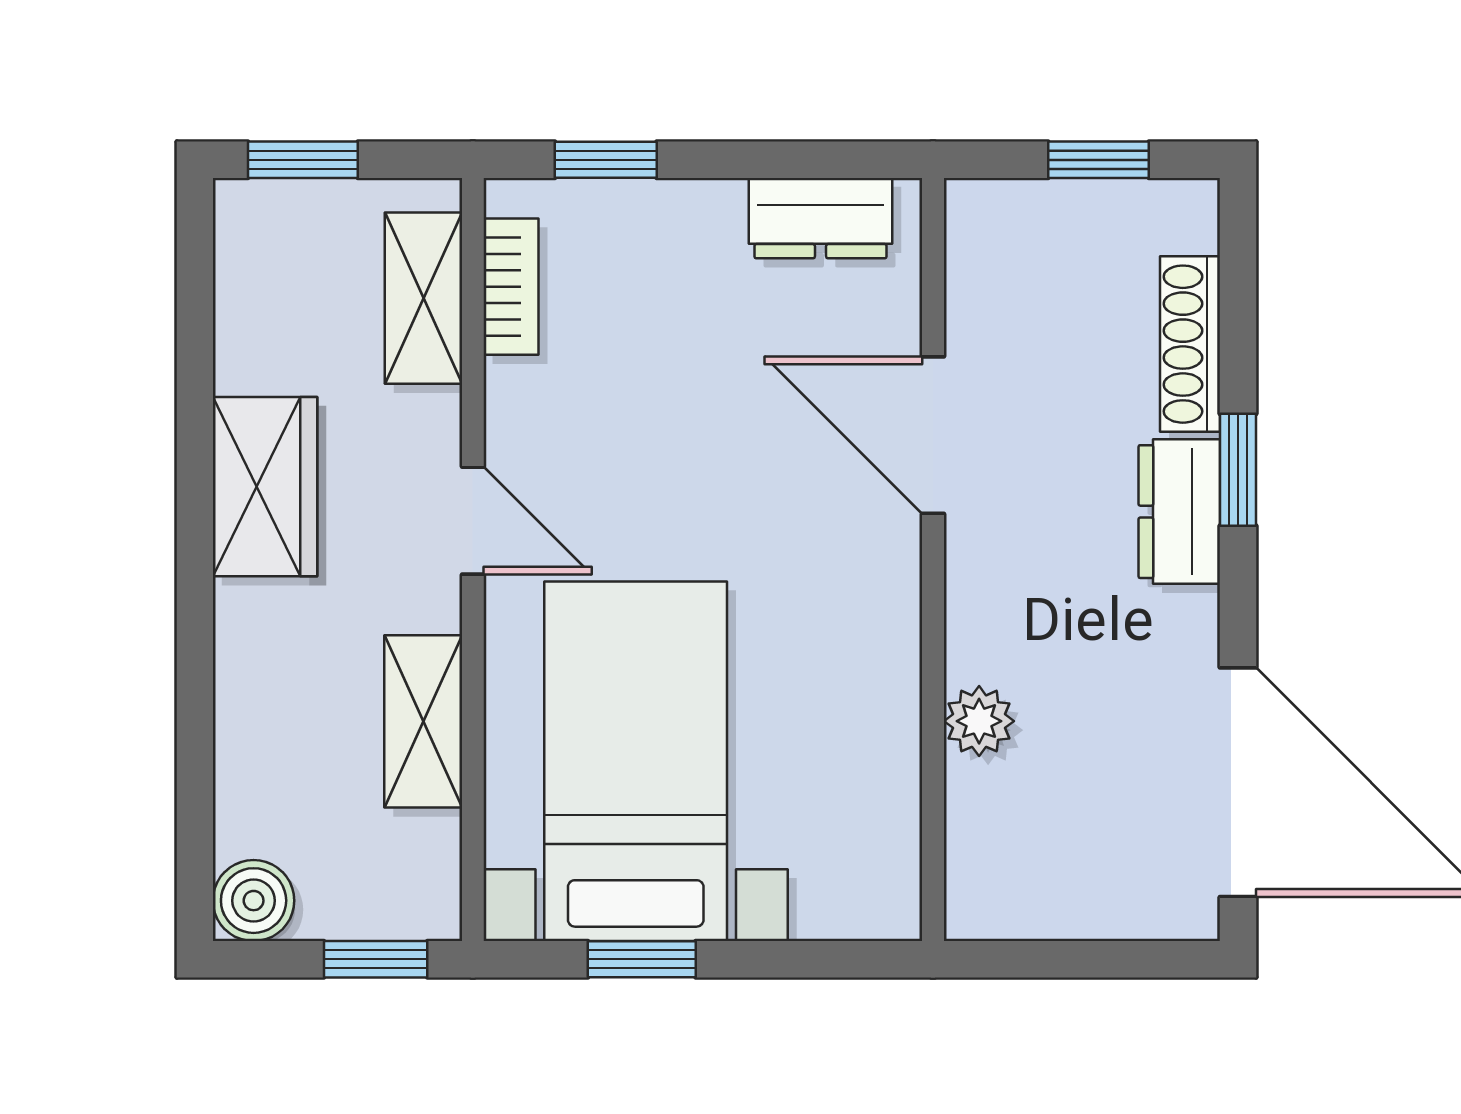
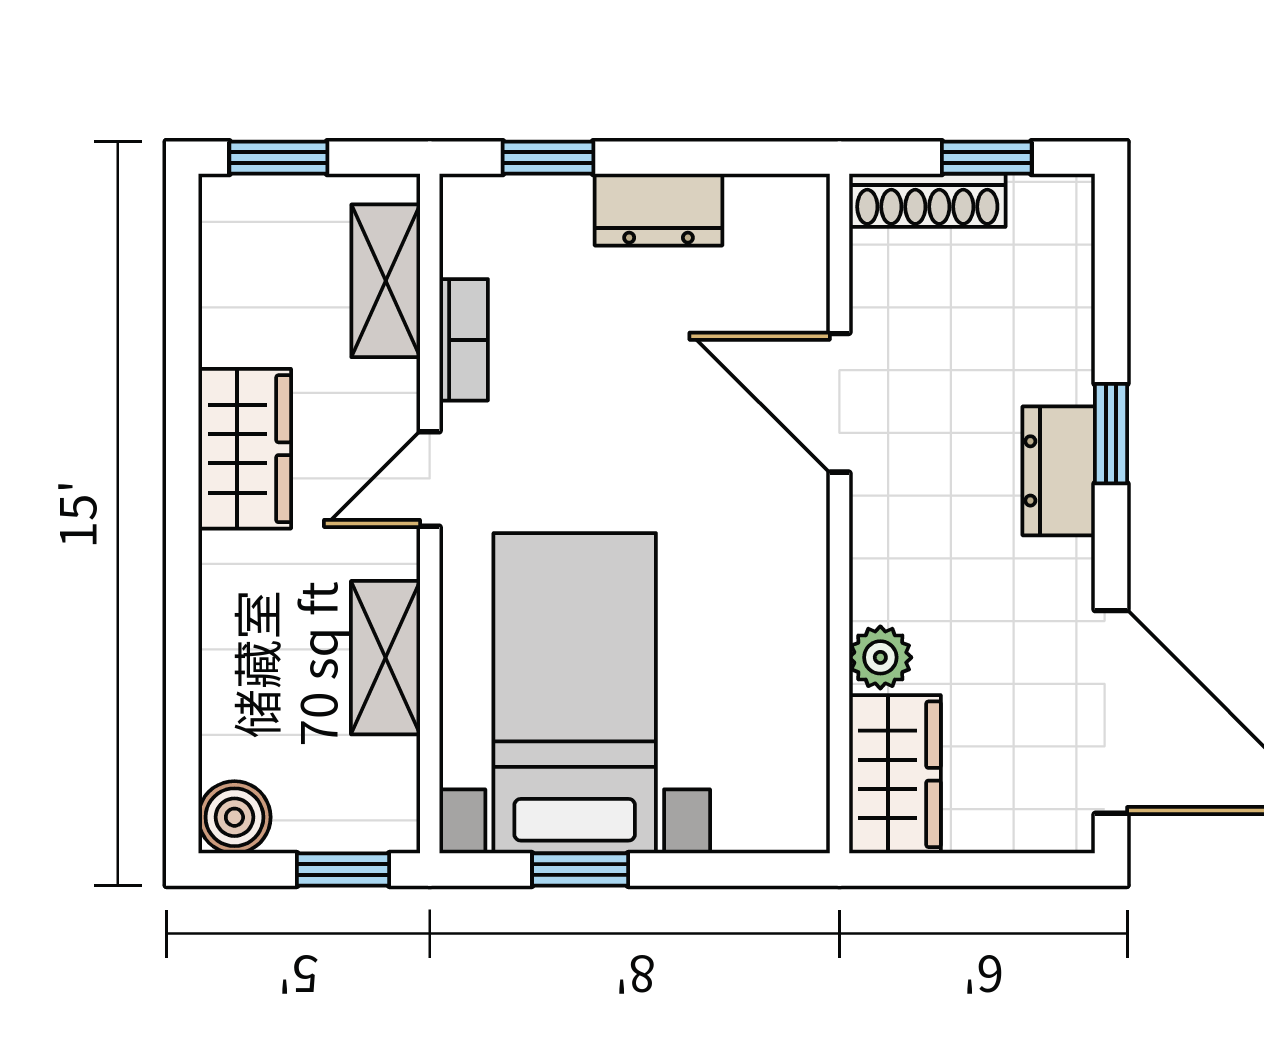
dresser: (821, 218) -> (659, 210), moved
bookcase: (511, 287) -> (464, 340), moved
shoe rack: (1190, 344) -> (927, 200), moved, turned -90
door: (473, 521) -> (430, 479), swing flipped
wardrobe: (995, 852) -> (895, 774), added

